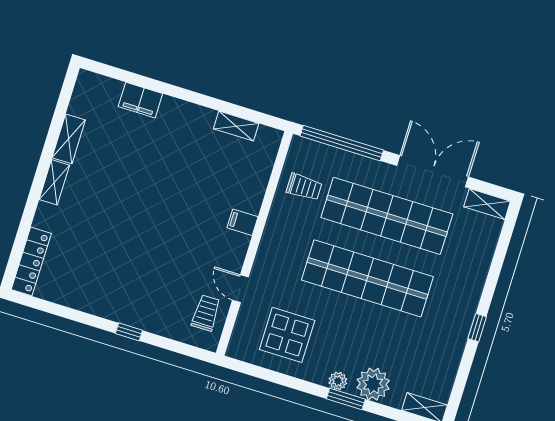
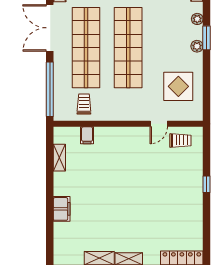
filing cabinet: (140, 100) -> (62, 209), moved
filing cabinet: (242, 222) -> (87, 135), moved
trolley: (206, 313) -> (180, 140), turned 180
plant: (373, 384) -> (197, 19), width x0.53, depth x0.53

